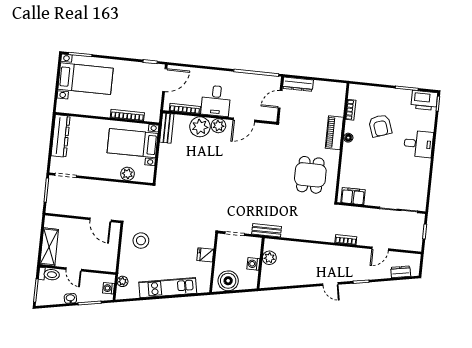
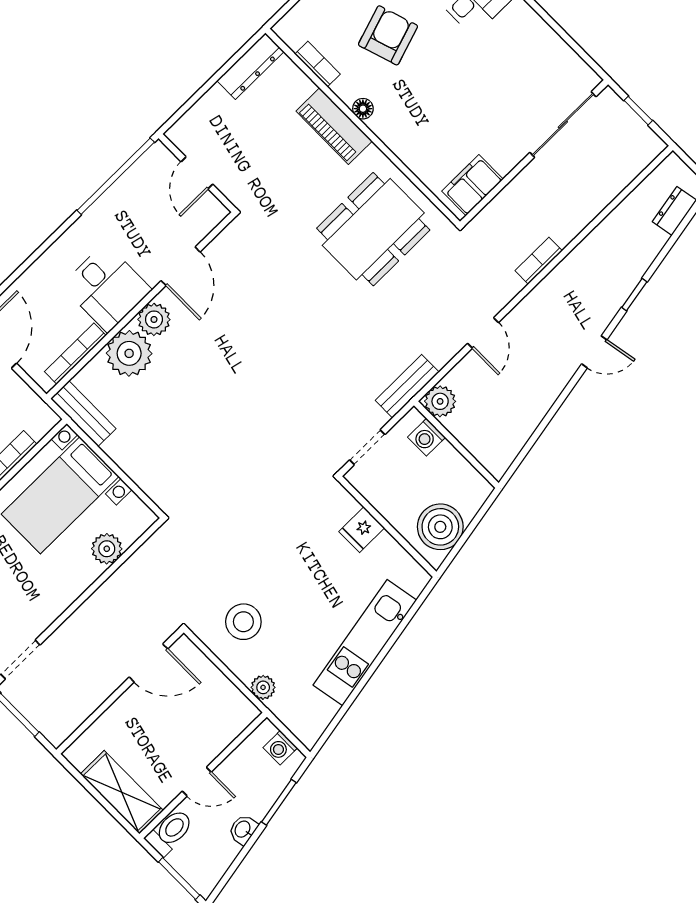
dresser: (298, 84) -> (250, 66), moved
armchair: (380, 126) -> (388, 35), turned -89
dining table: (310, 175) -> (373, 229), width x1.37
door: (380, 249) -> (483, 333), moved
plant: (269, 258) -> (440, 401), moved
washing machine: (253, 264) -> (426, 437), moved
plant: (123, 281) -> (263, 687), moved

